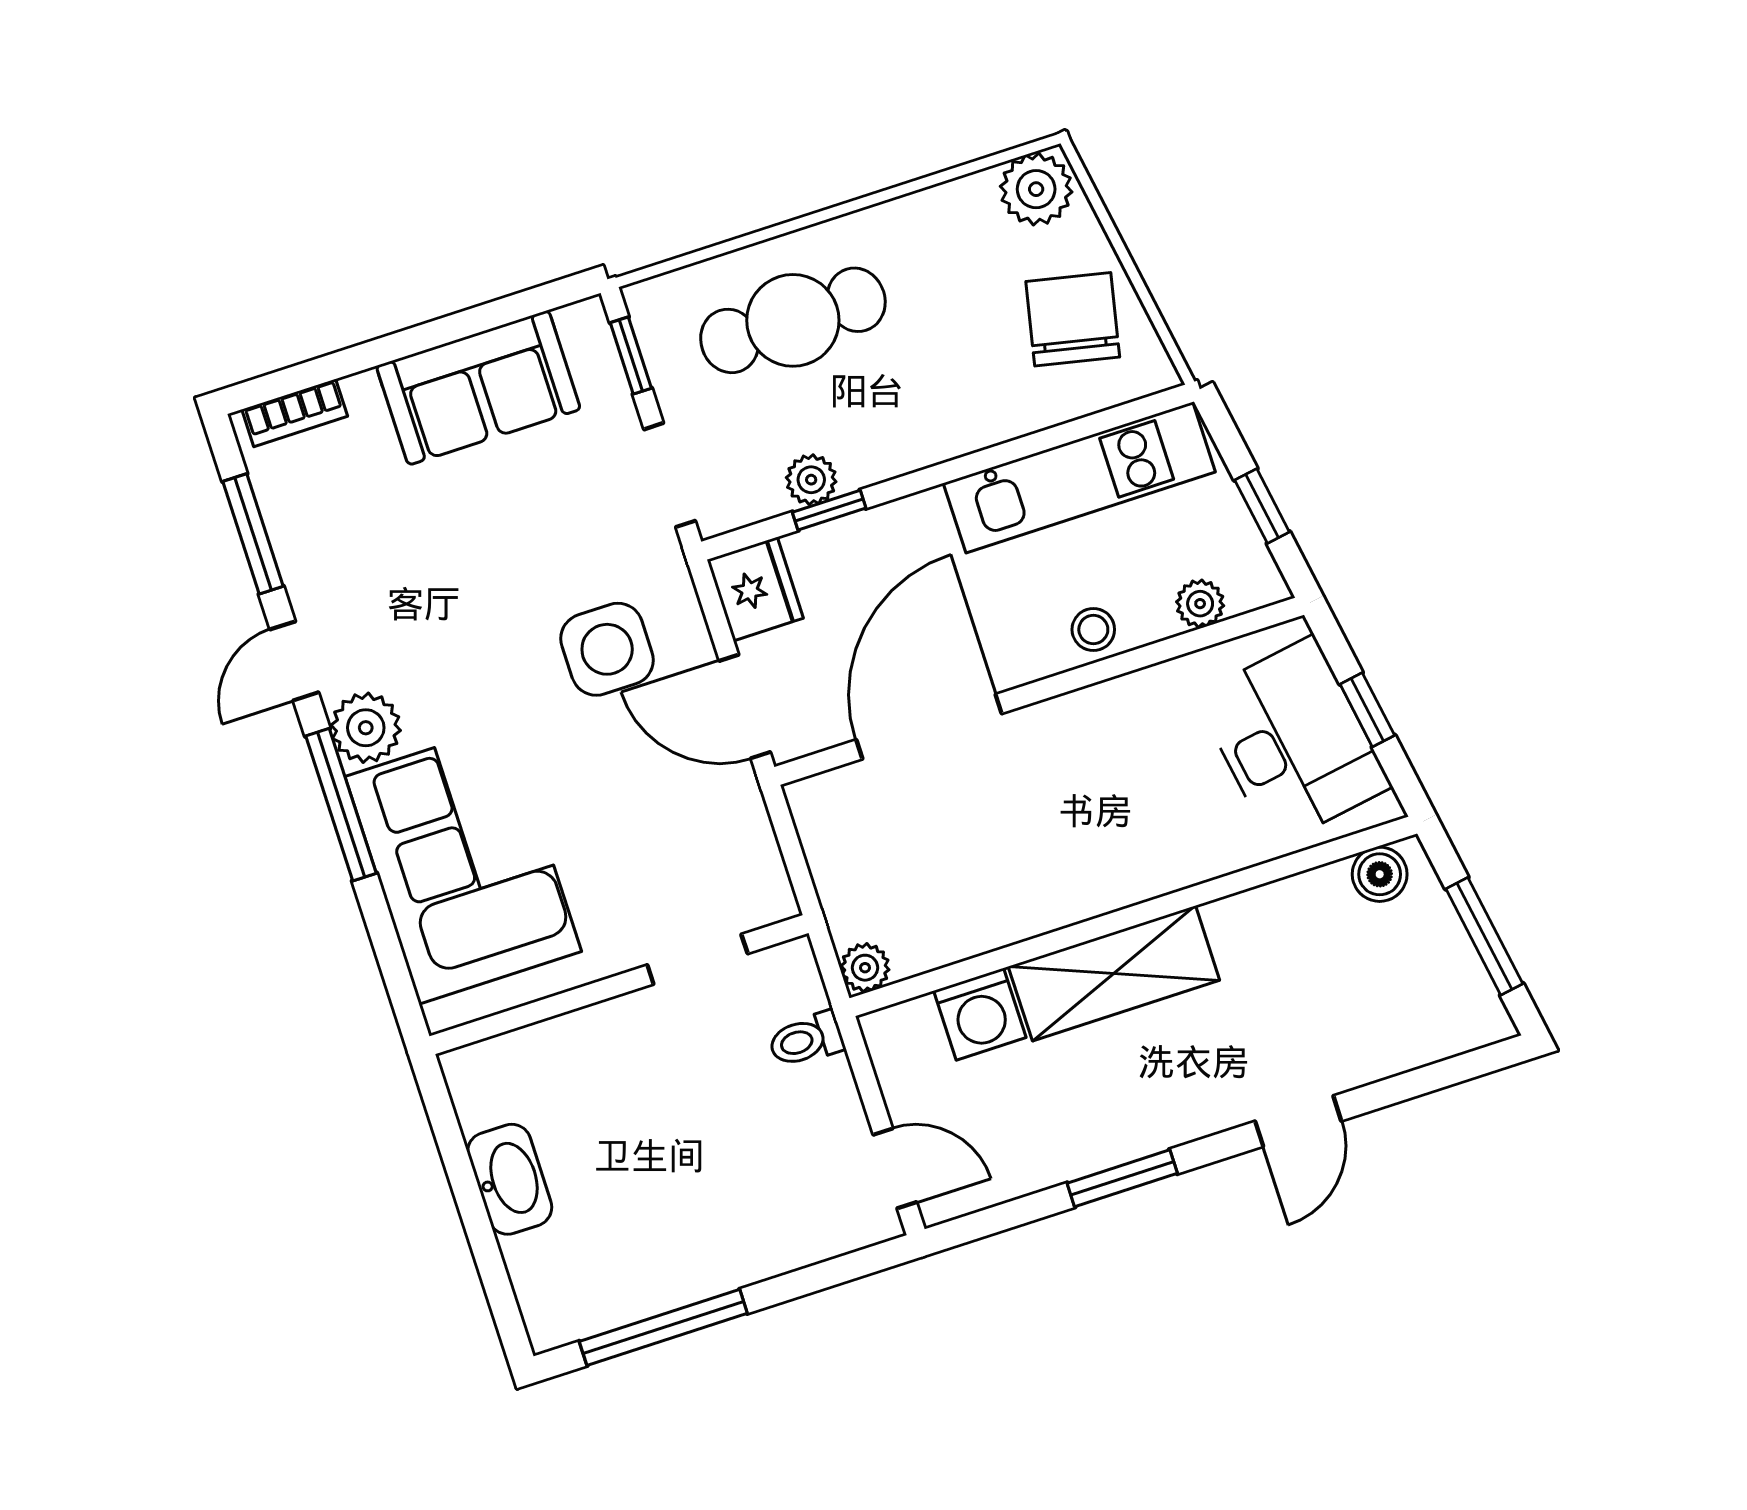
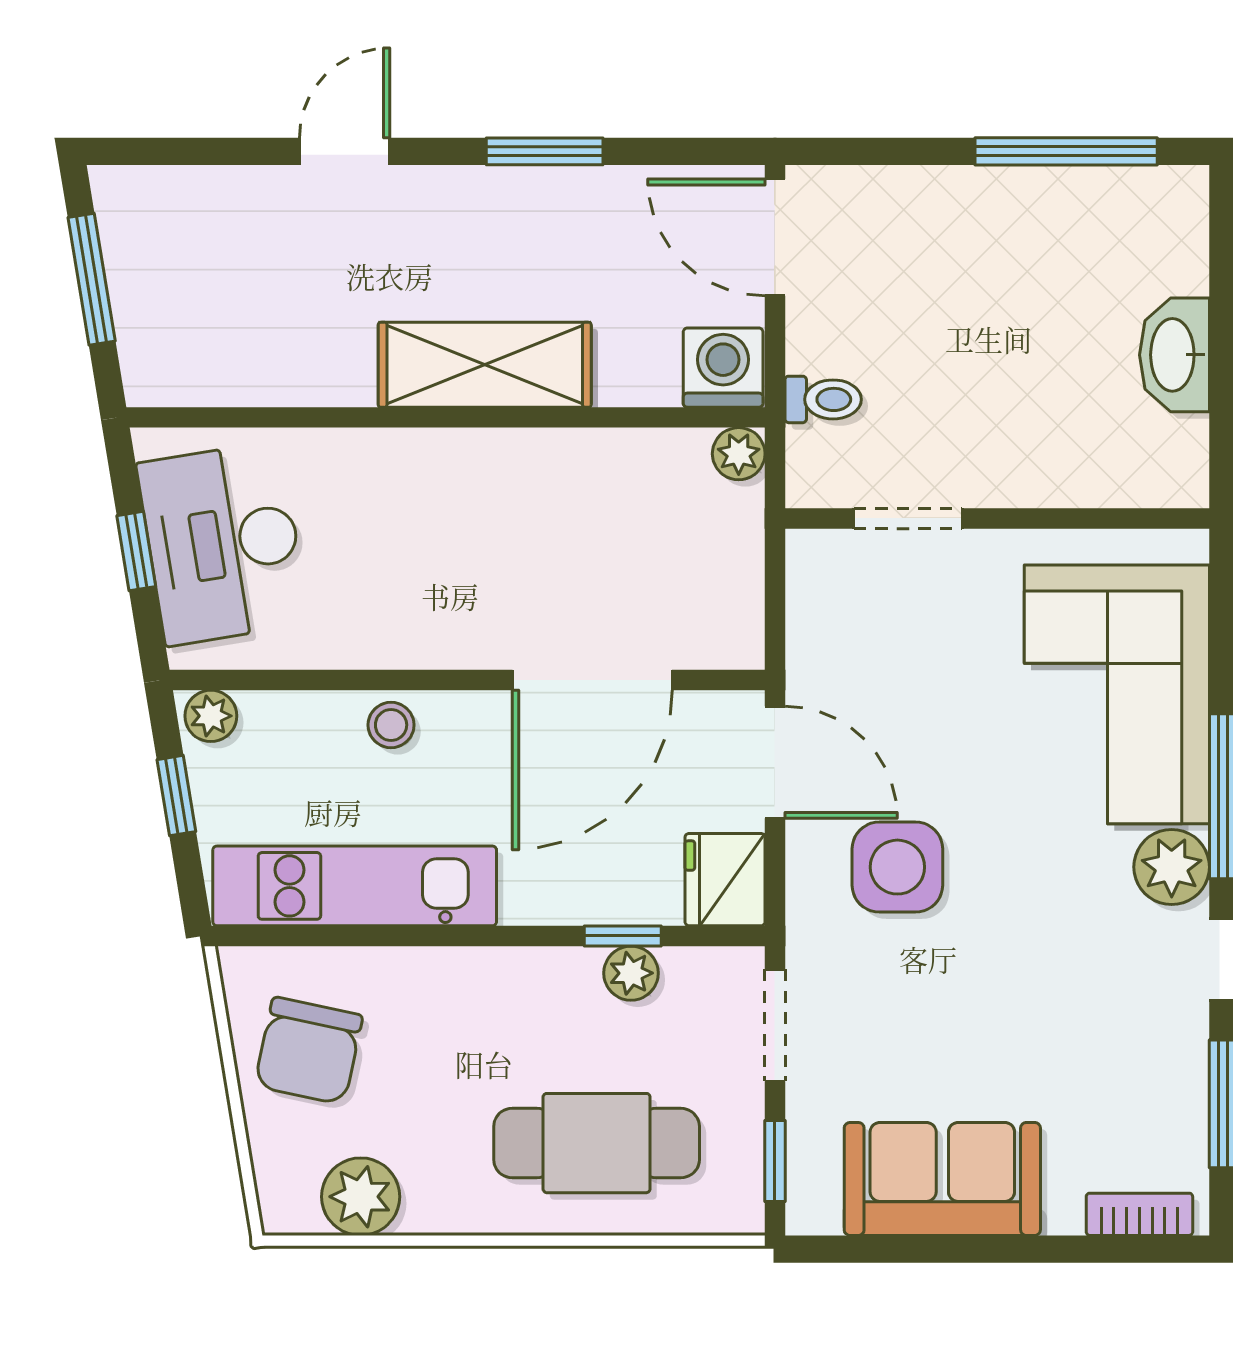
plant: (1036, 189) -> (361, 1197), moved
plant: (1200, 604) -> (211, 716), moved
boiler: (1380, 874) -> (179, 378), removed
washing machine: (980, 1014) -> (723, 368), moved
door: (895, 1168) -> (775, 237), width x1.37

